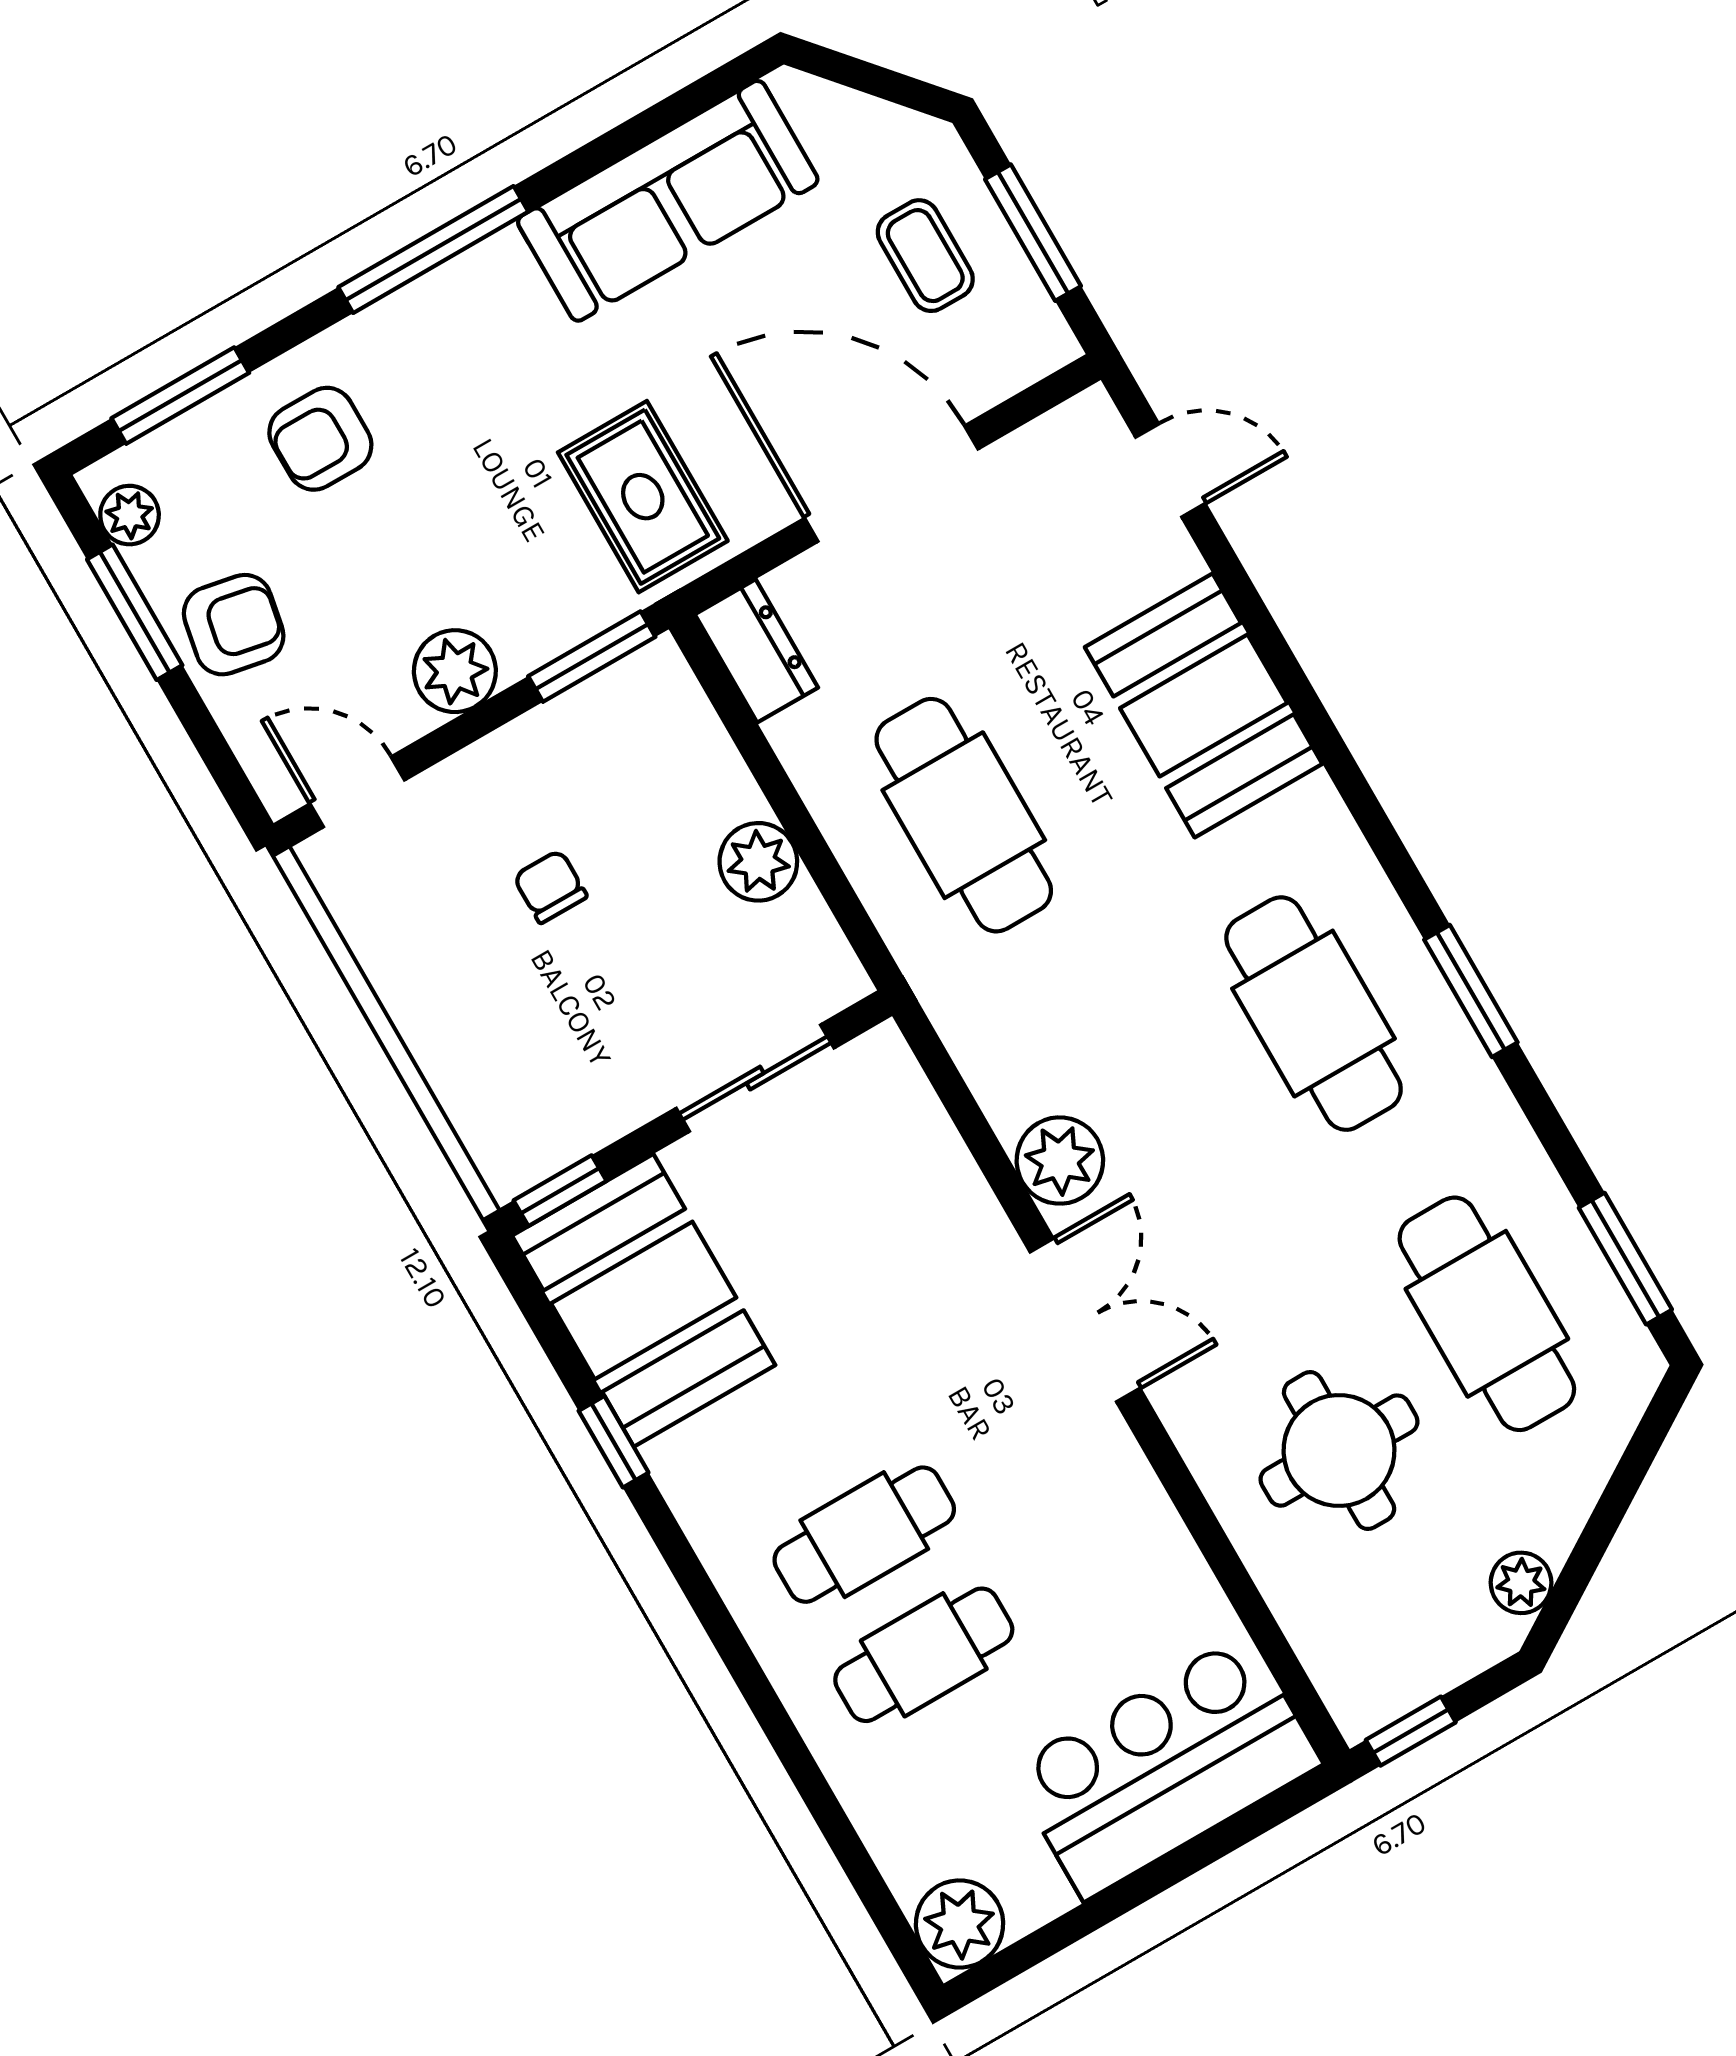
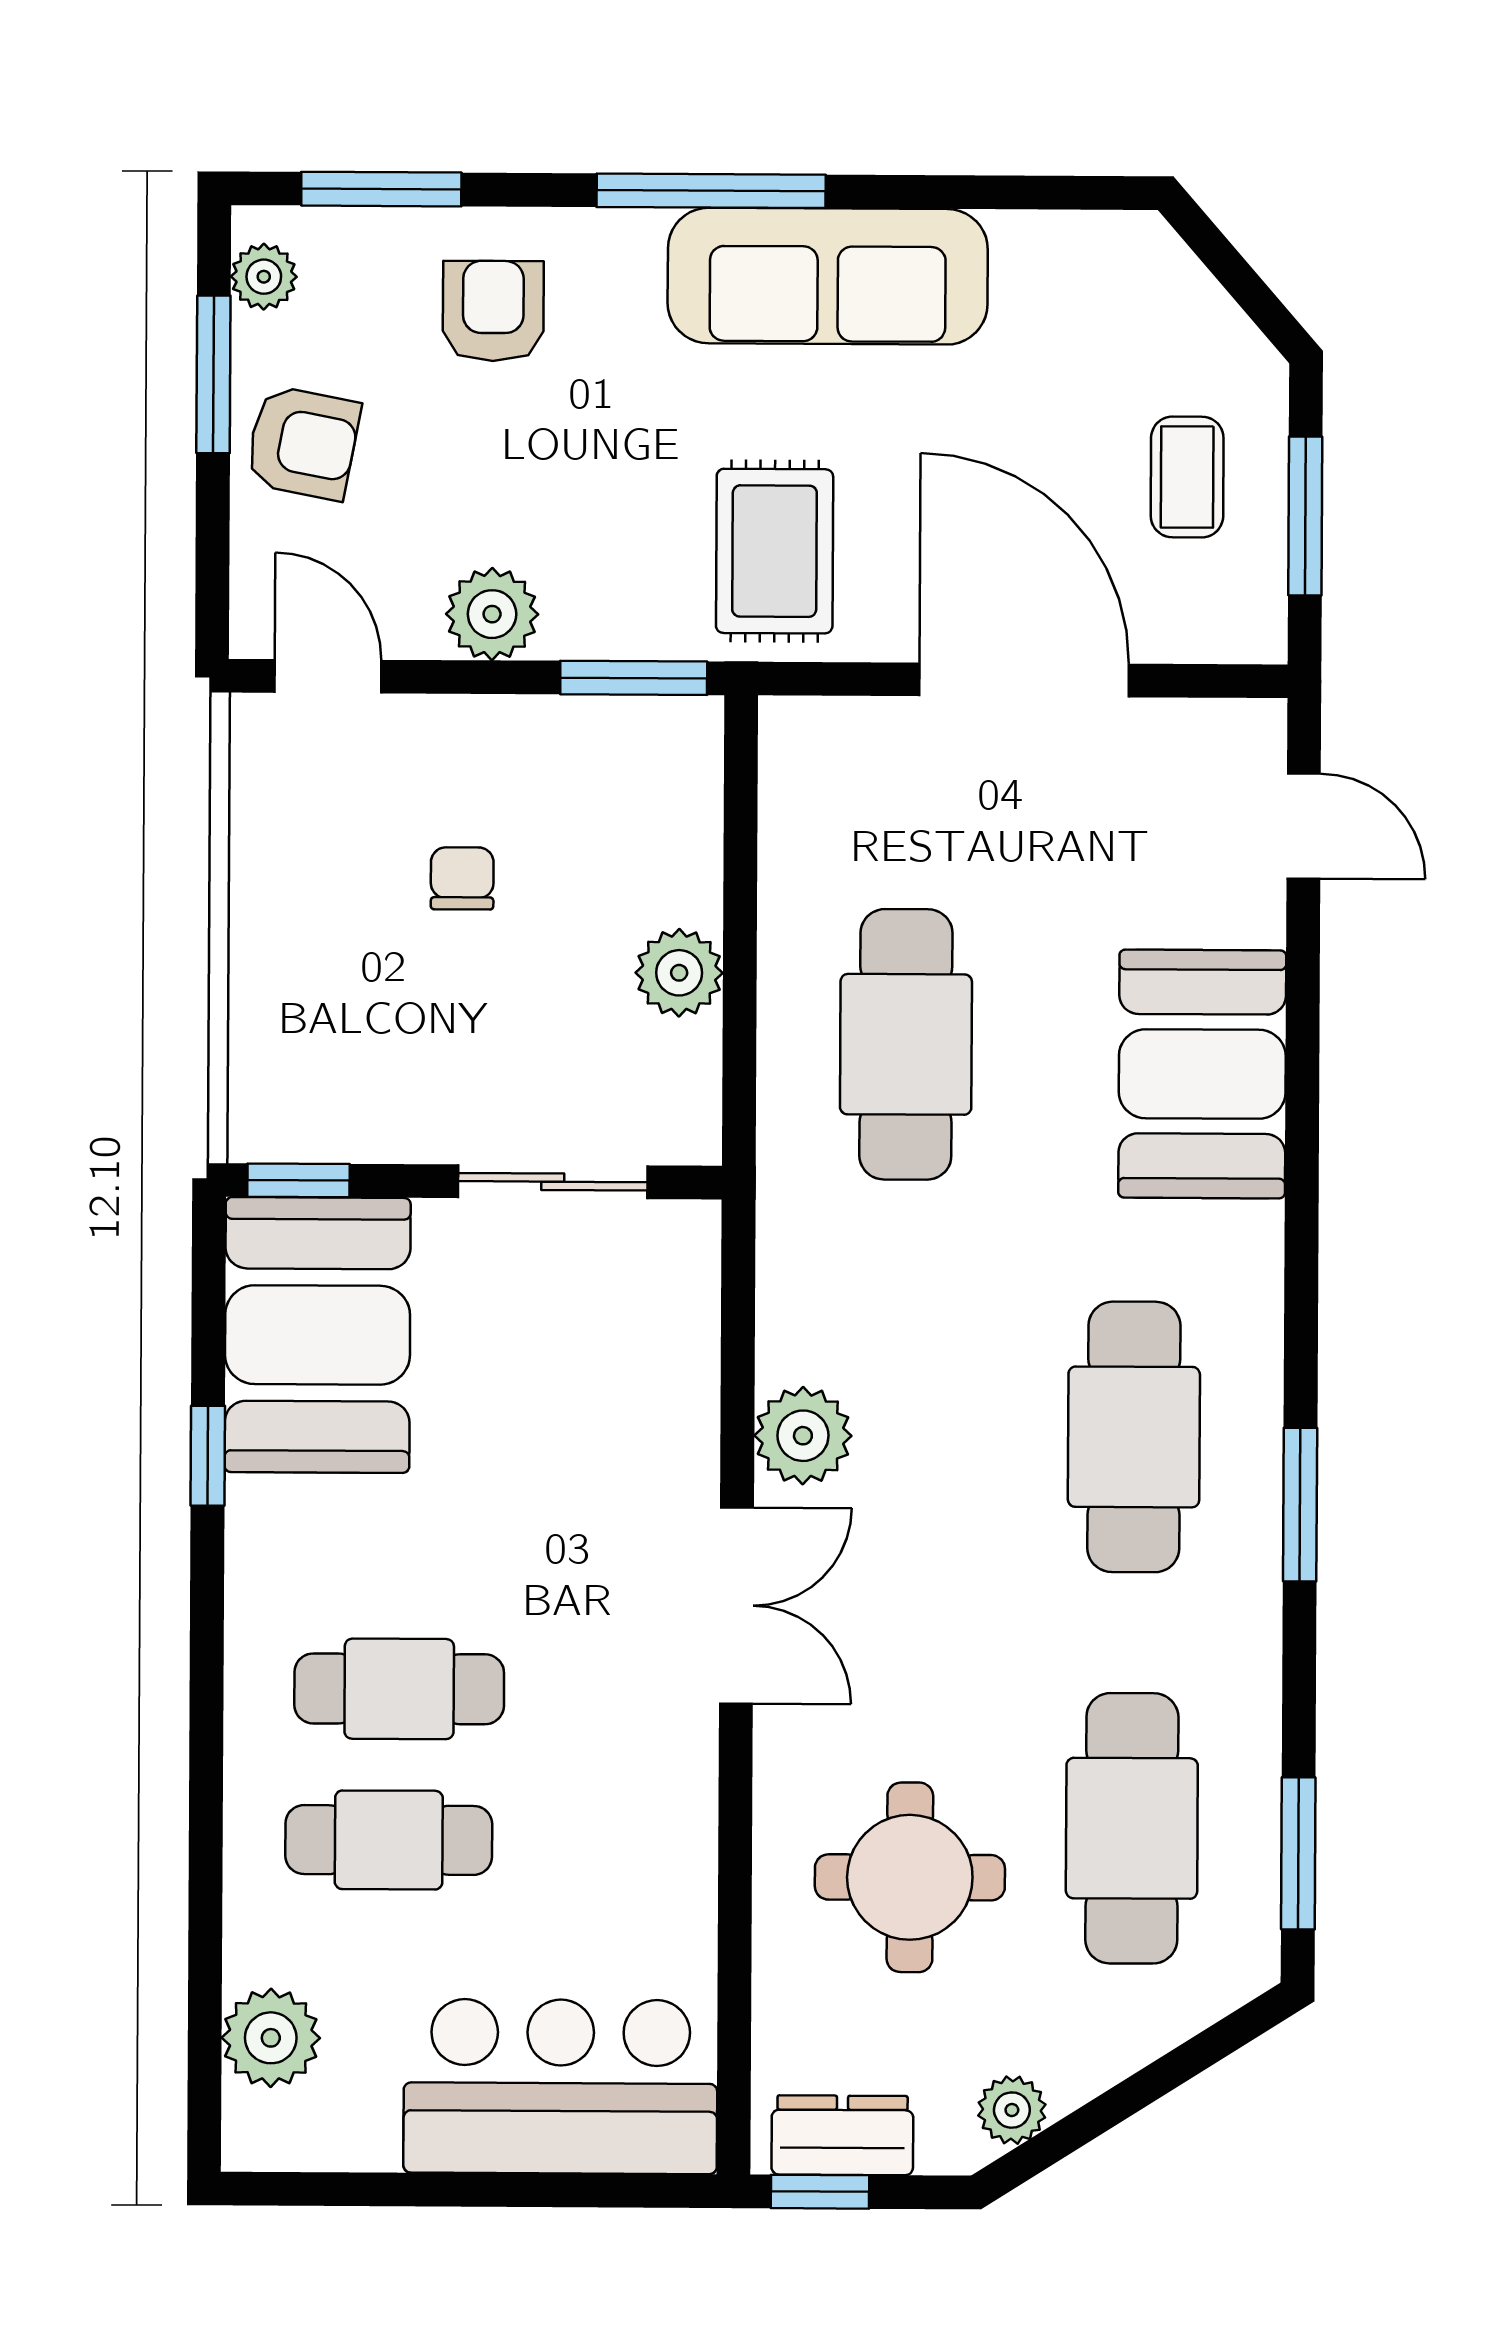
sofa: (668, 201) -> (828, 276), moved
armchair: (320, 439) -> (493, 311), turned 90
dresser: (756, 651) -> (842, 2135), moved, turned -90
plant: (960, 1924) -> (271, 2038), moved

